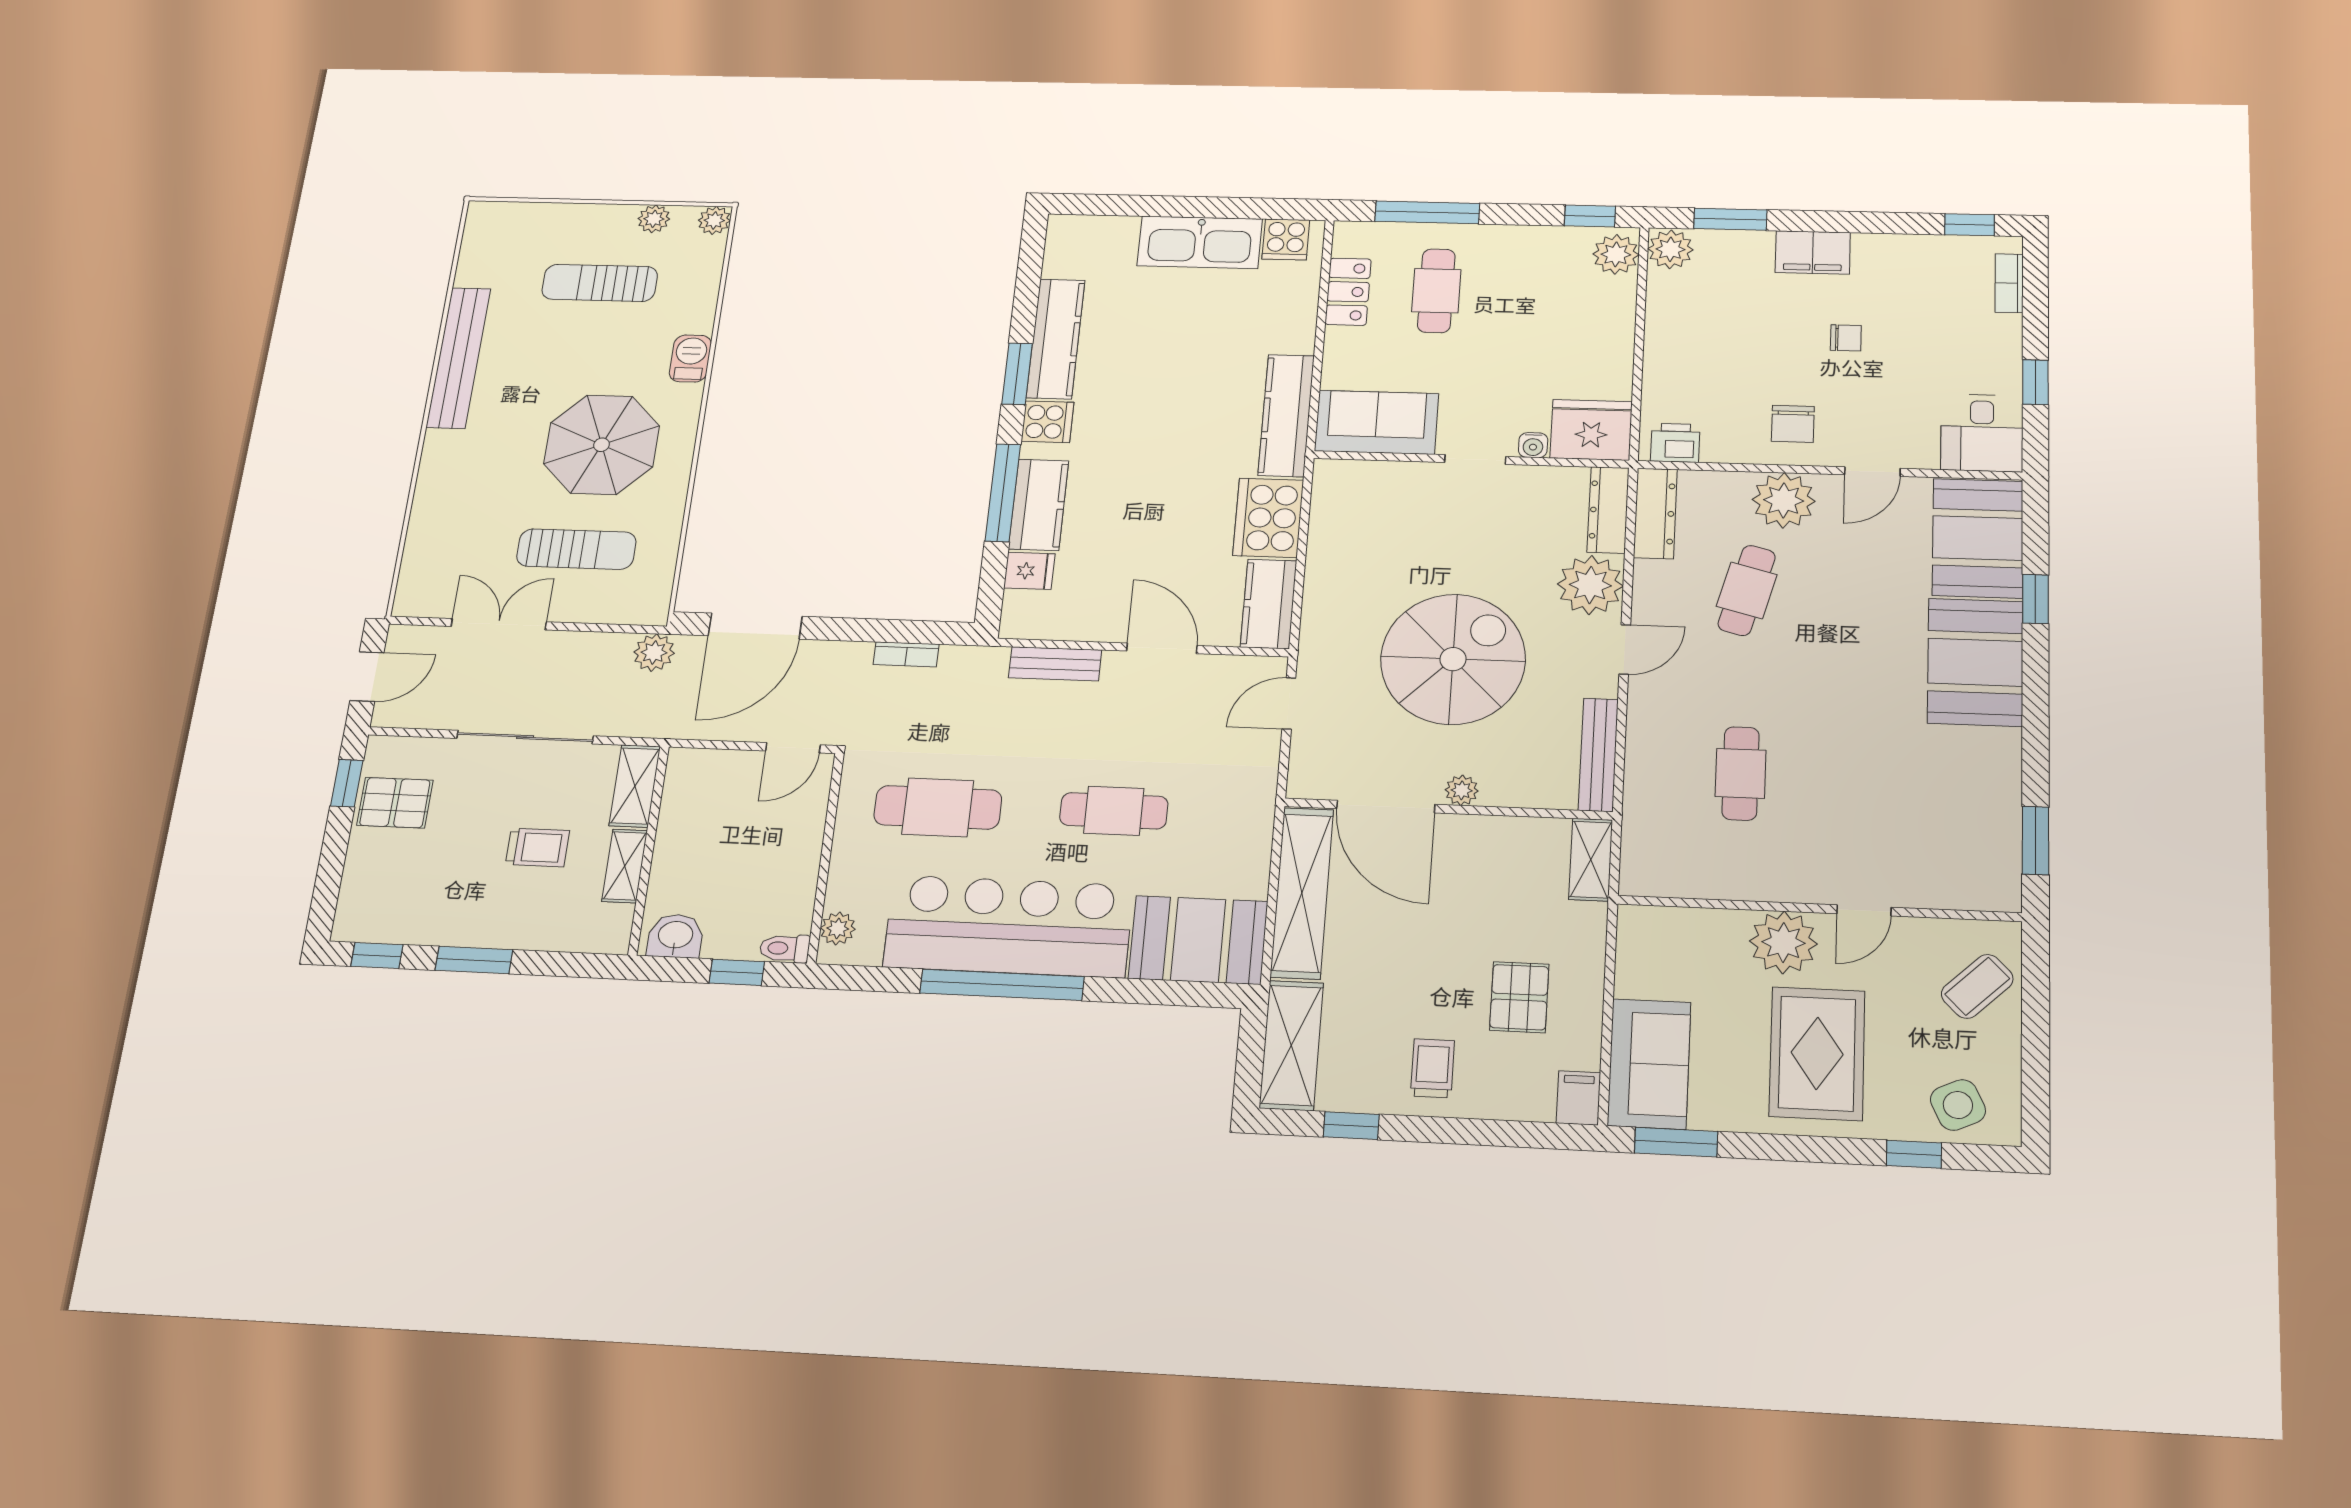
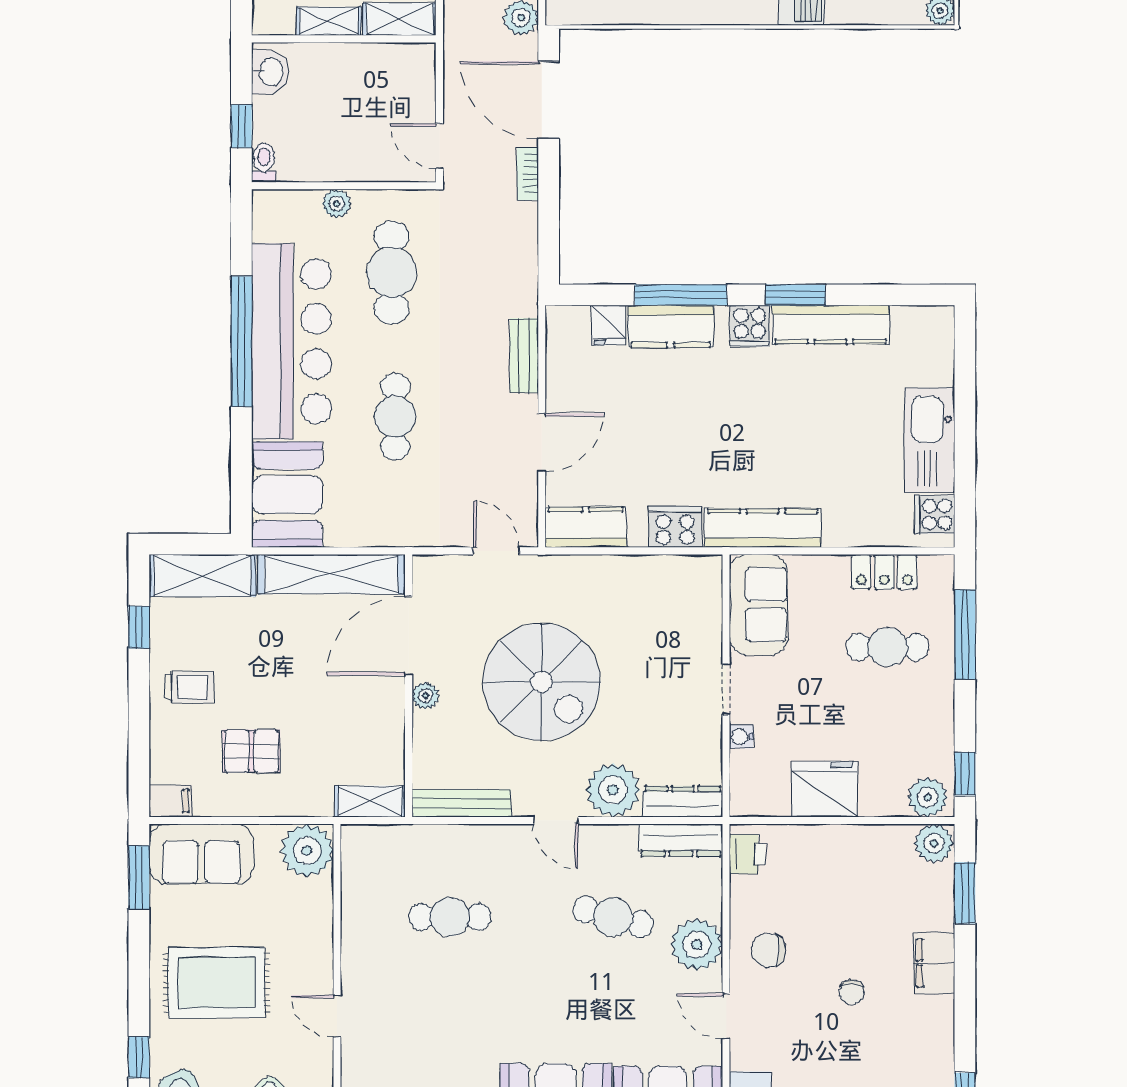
fridge: (1591, 430) -> (824, 789), moved, turned -90
cooker: (1268, 518) -> (675, 527), width x0.73, depth x0.76
bookcase: (906, 654) -> (528, 174), moved
plant: (838, 928) -> (337, 203), moved
plant: (1783, 942) -> (307, 850), moved

